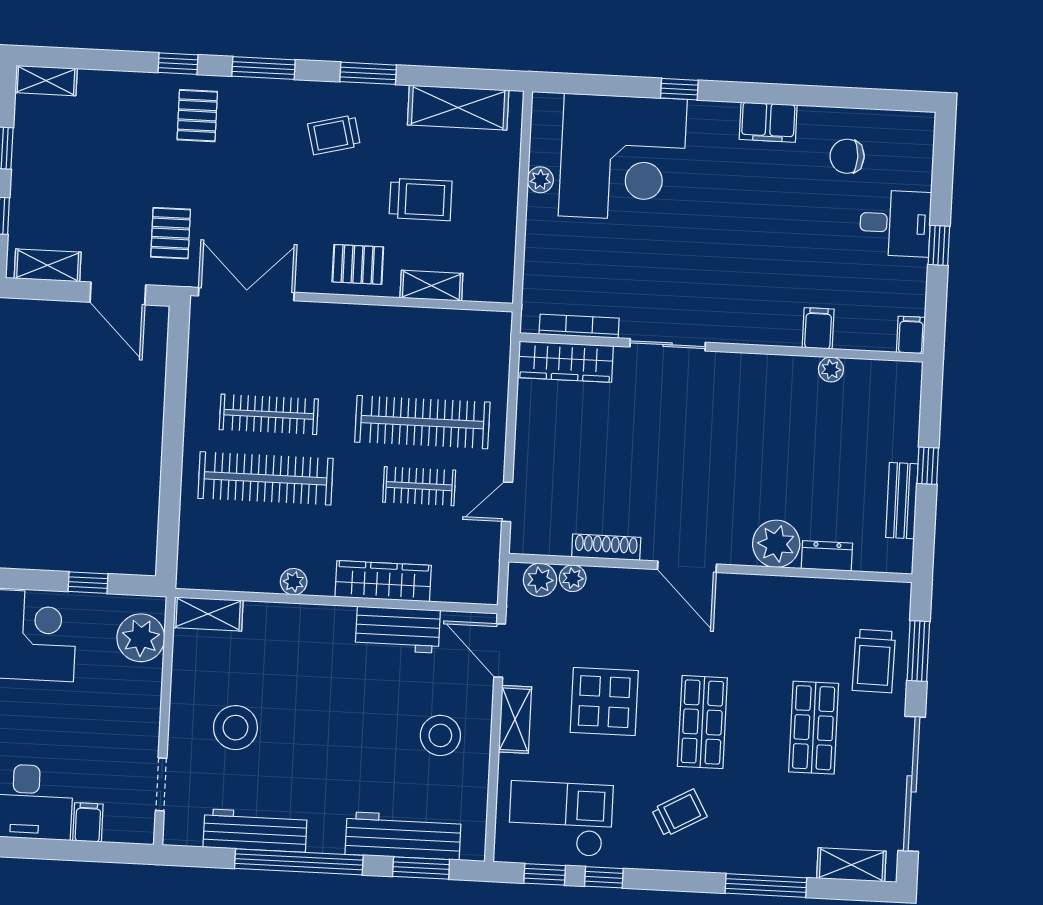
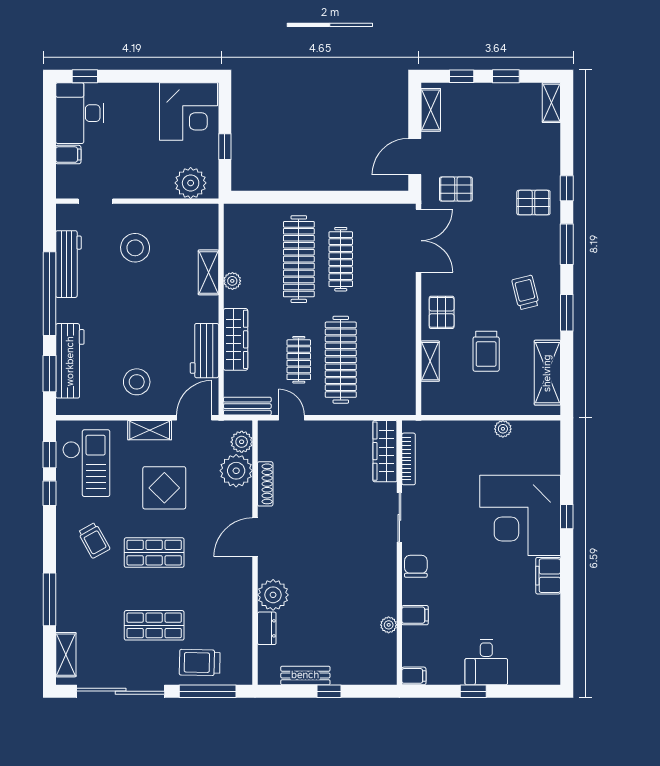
chair: (847, 156) -> (416, 566), moved
corner desk: (623, 158) -> (520, 515), moved
bench: (486, 568) -> (247, 406), added
plant: (573, 578) -> (236, 471), width x1.87, depth x1.87
shelving: (208, 614) -> (208, 272), moved
window: (918, 651) -> (208, 691), width x1.44

